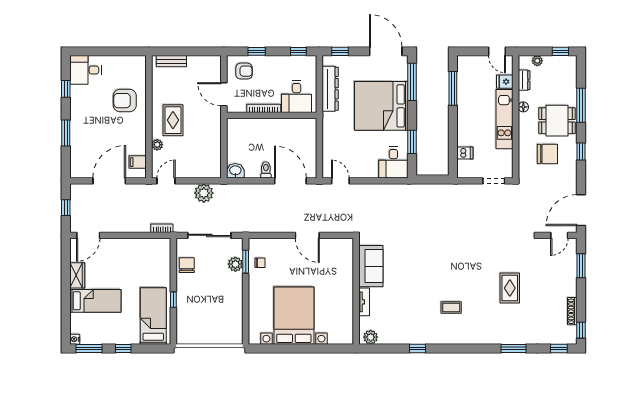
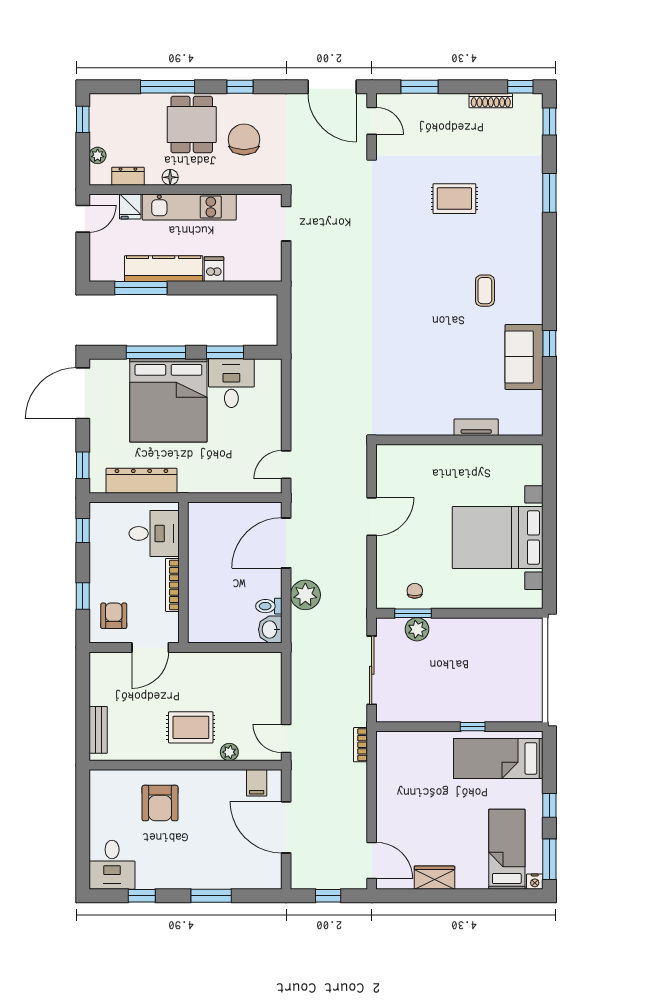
window: (412, 82) -> (156, 352), moved
kitchen counter: (465, 103) -> (164, 269), added
dishwasher: (465, 153) -> (214, 269), moved
desk: (393, 163) -> (231, 383), moved, turned -90
toilet: (266, 170) -> (269, 606), moved
plant: (204, 193) -> (305, 595), moved
chair: (187, 265) -> (418, 706), removed
sofa: (371, 266) -> (524, 357), moved, turned -90
bed: (95, 301) -> (507, 849), moved
plant: (371, 337) -> (532, 417), removed

